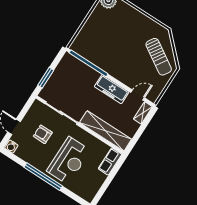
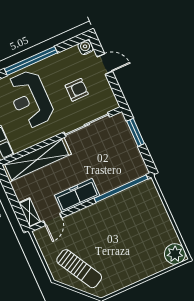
sun lounger: (159, 57) -> (79, 269), turned -151

